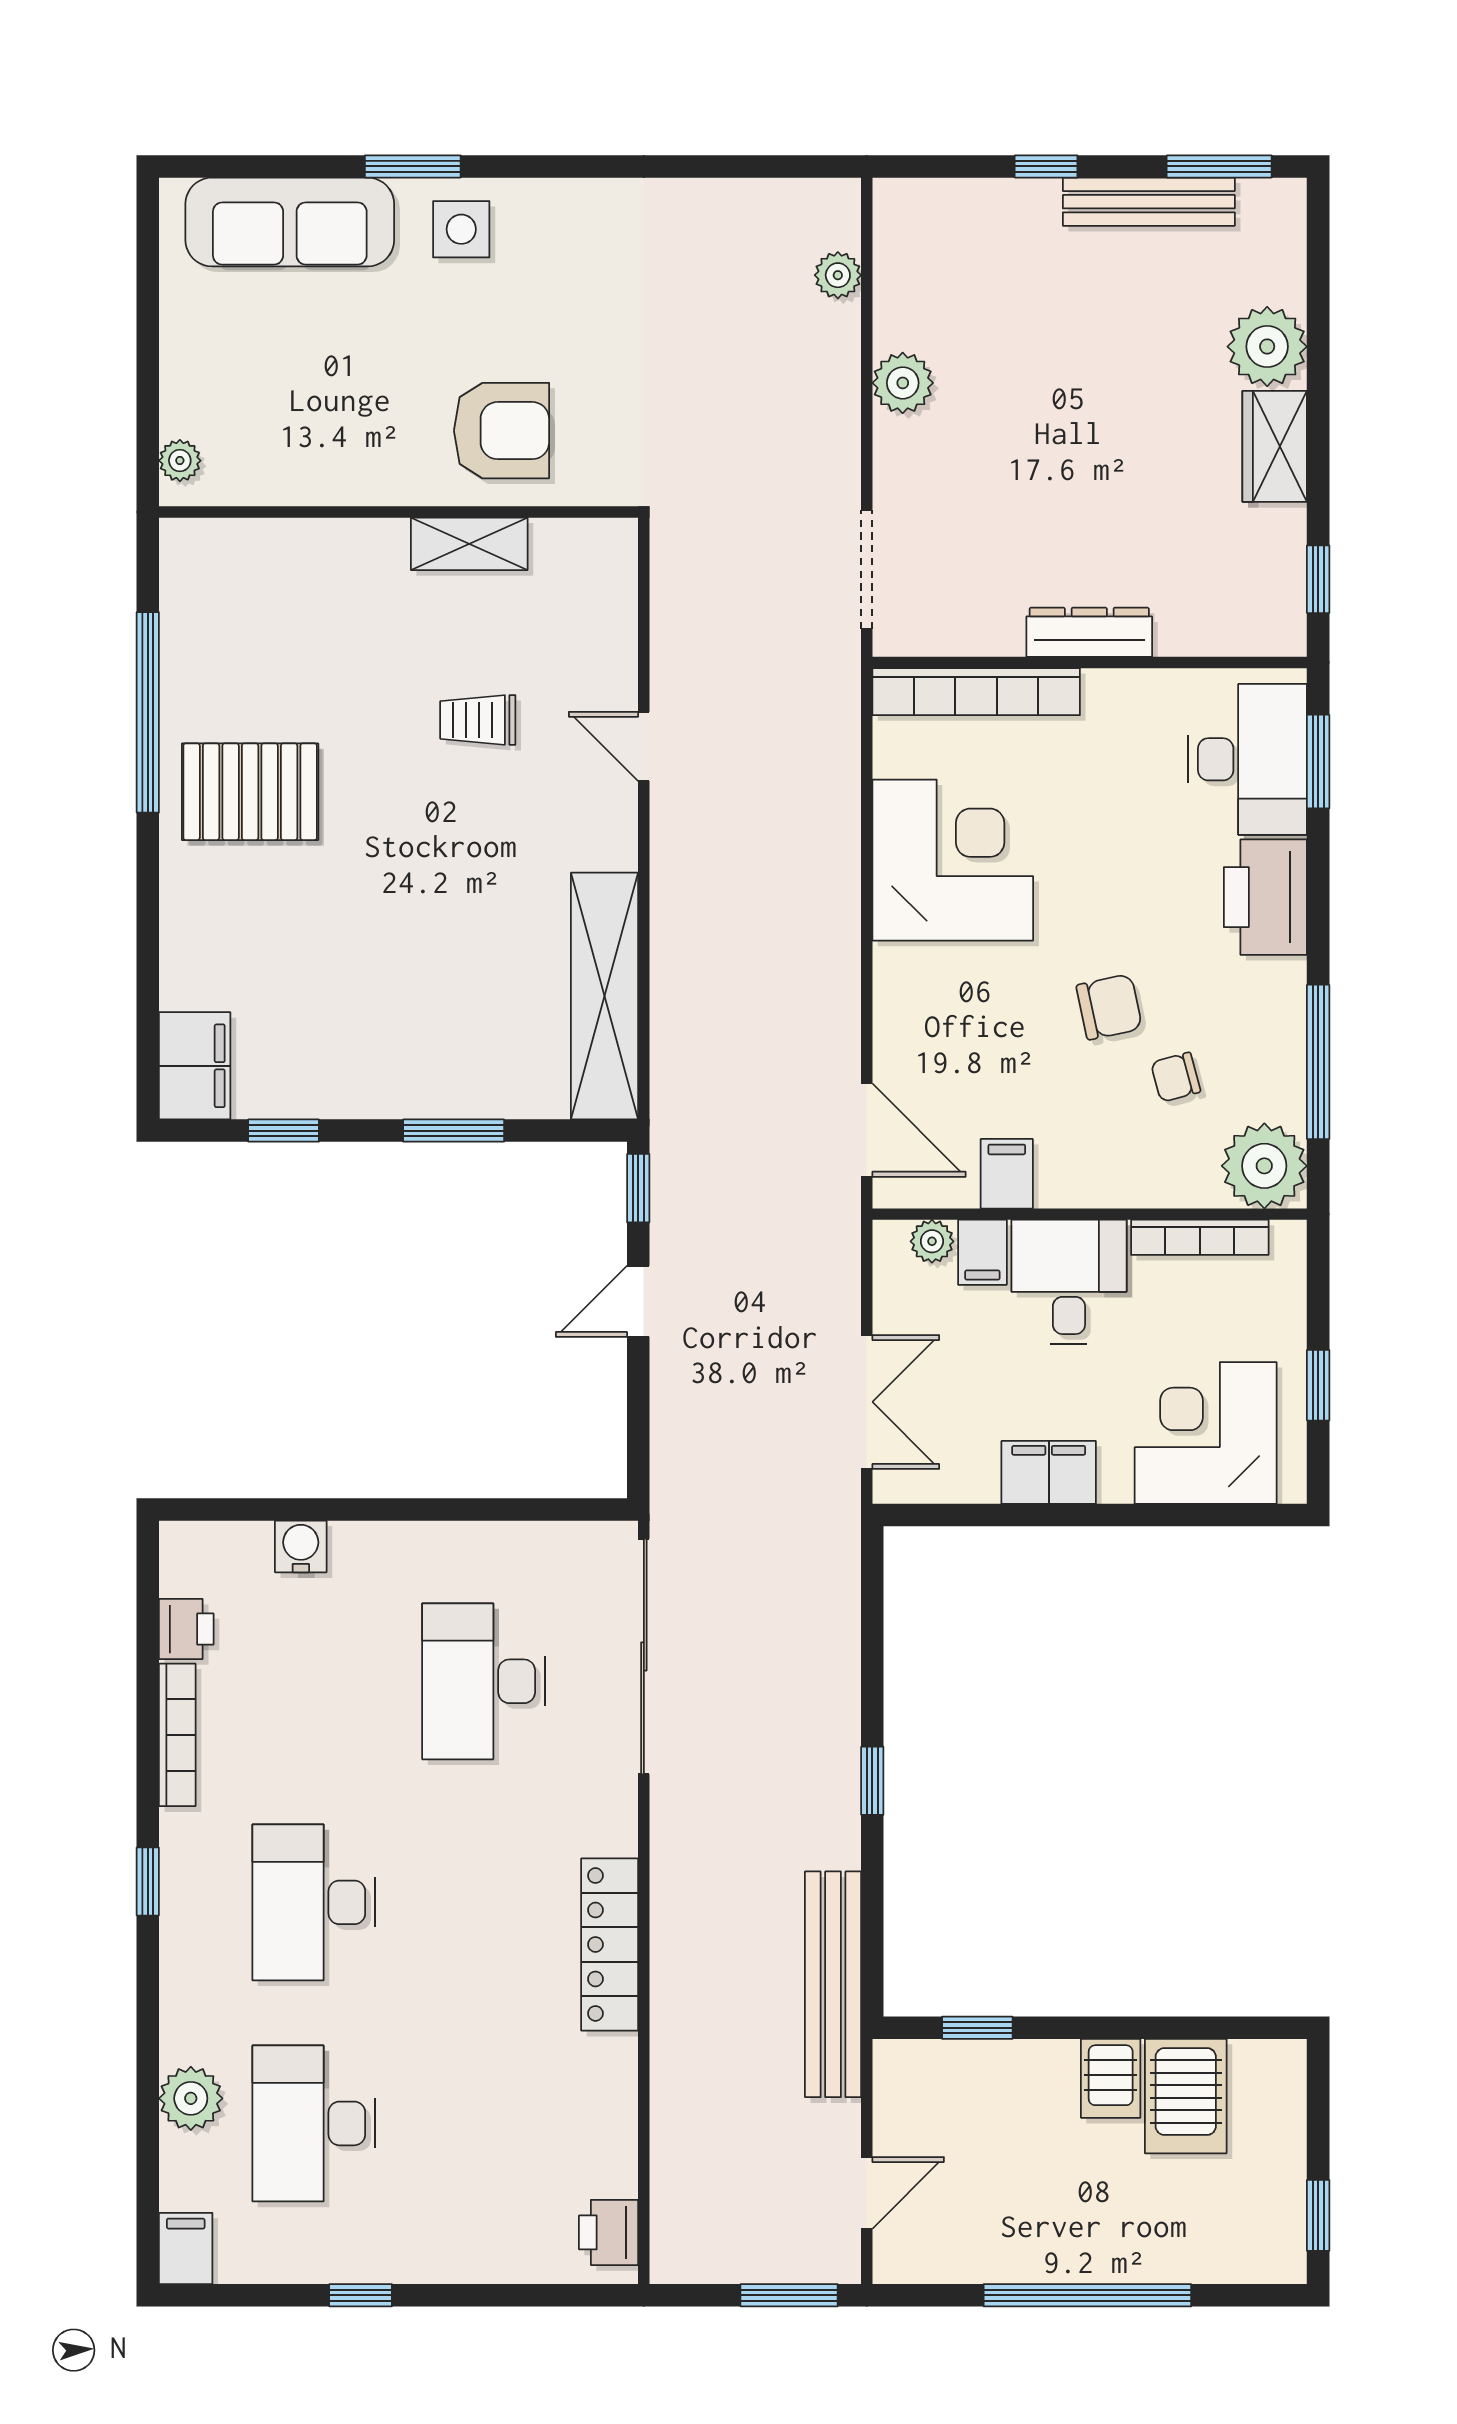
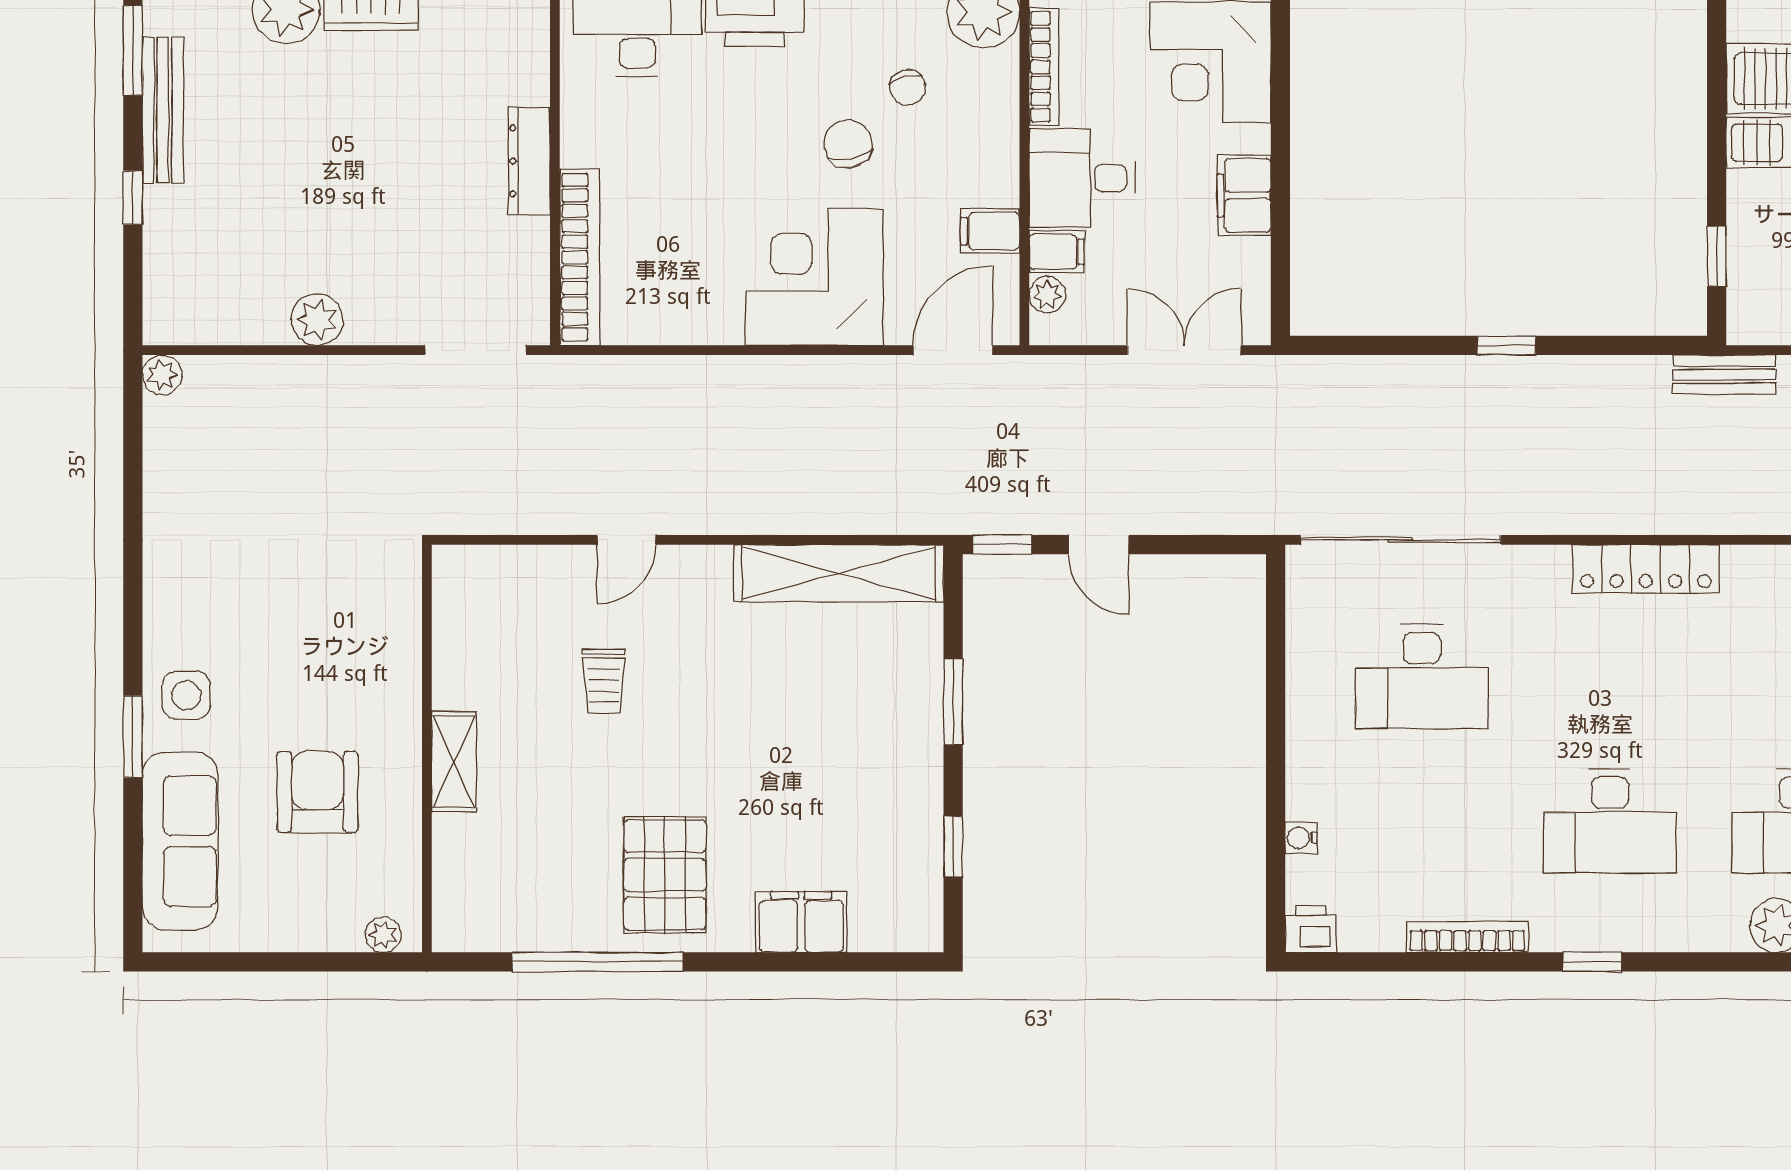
plant: (838, 275) -> (162, 375), moved
armchair: (502, 431) -> (317, 792), moved
shelving: (469, 544) -> (454, 762), moved
corner desk: (953, 860) -> (814, 277), moved
filing cabinet: (195, 1066) -> (801, 922), moved
water cooler: (301, 1546) -> (1301, 838), width x0.72, depth x0.72
printer: (186, 1629) -> (1311, 929), moved
bench: (833, 1984) -> (1724, 375), width x0.54, depth x0.82

